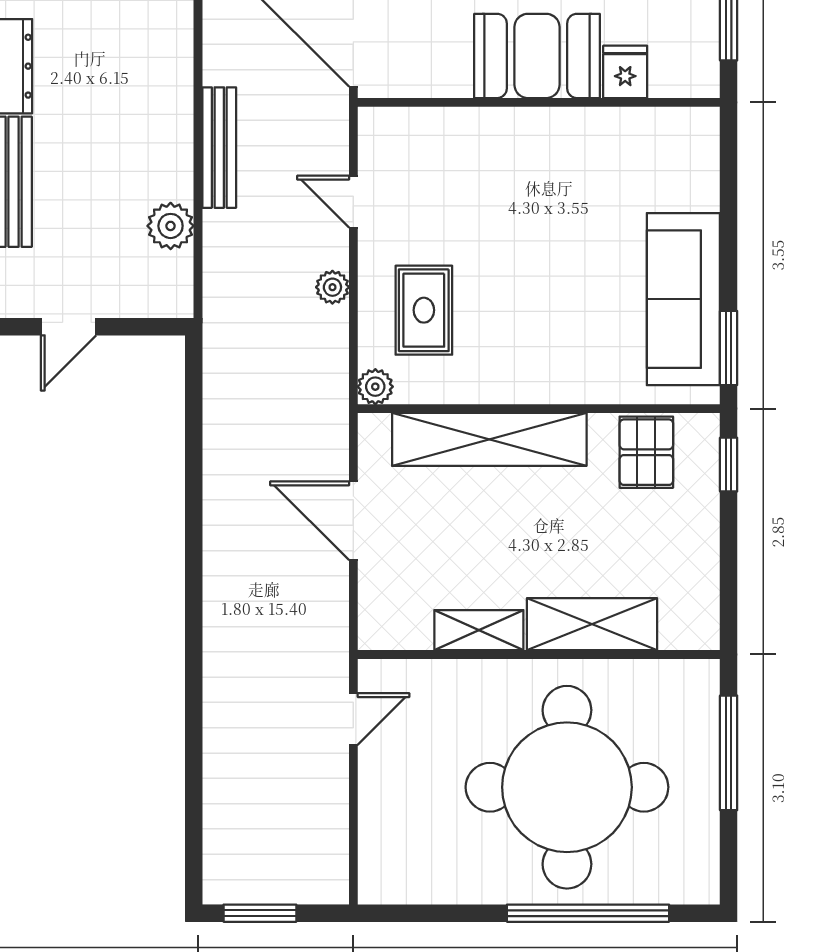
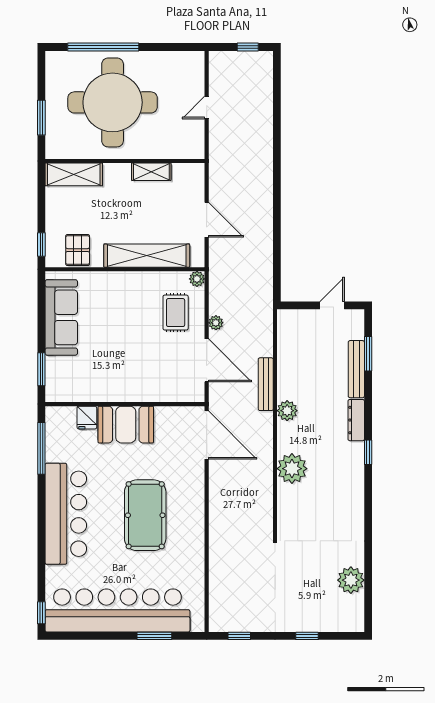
door: (353, 202) -> (207, 360), width x1.88
plant: (171, 226) -> (287, 411), moved
window: (729, 348) -> (41, 369), moved
shelving: (592, 624) -> (74, 174), moved
door: (353, 719) -> (207, 107), moved
window: (729, 753) -> (41, 118), width x0.69
window: (260, 913) -> (248, 47), width x0.67

